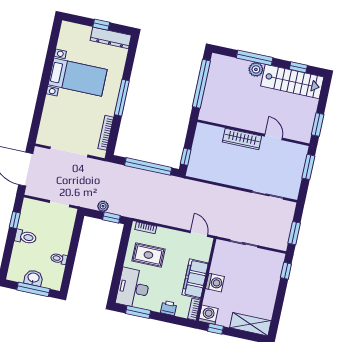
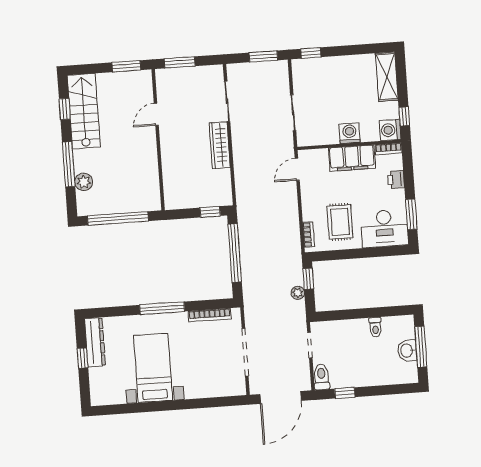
plant: (256, 69) -> (84, 182), moved
wardrobe: (242, 139) -> (220, 145), moved, turned 180
toilet: (26, 237) -> (321, 377), moved

